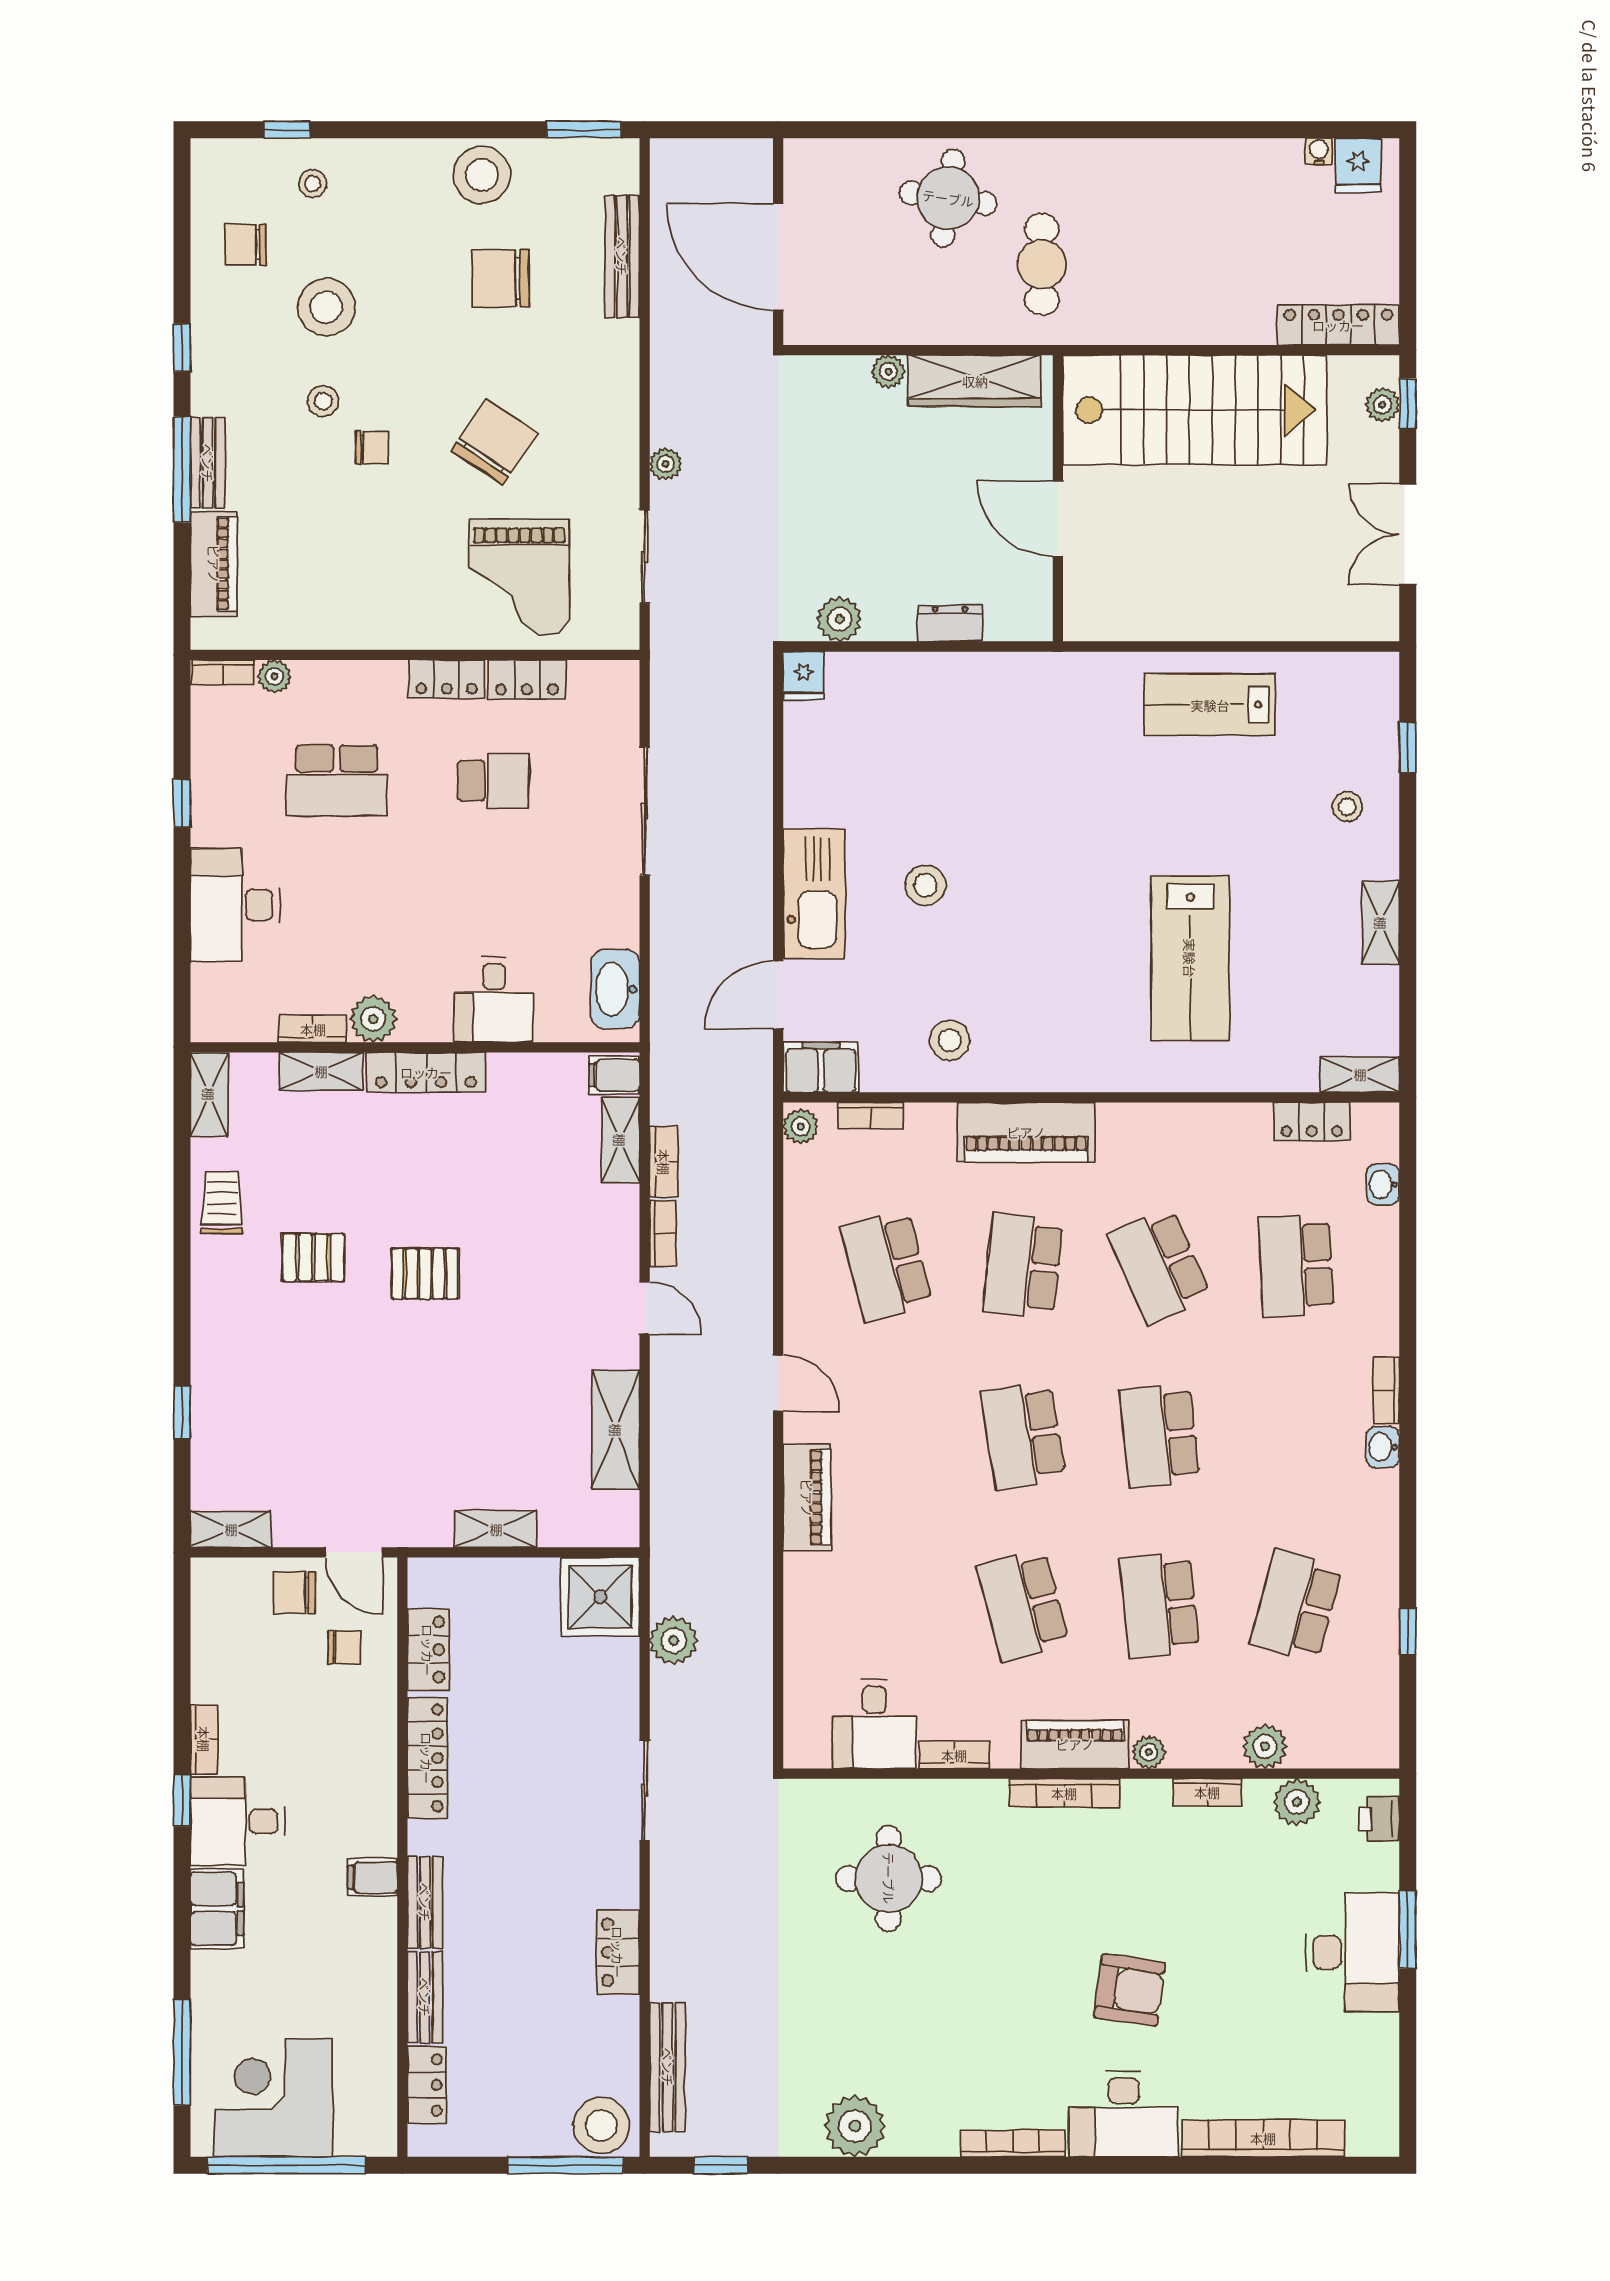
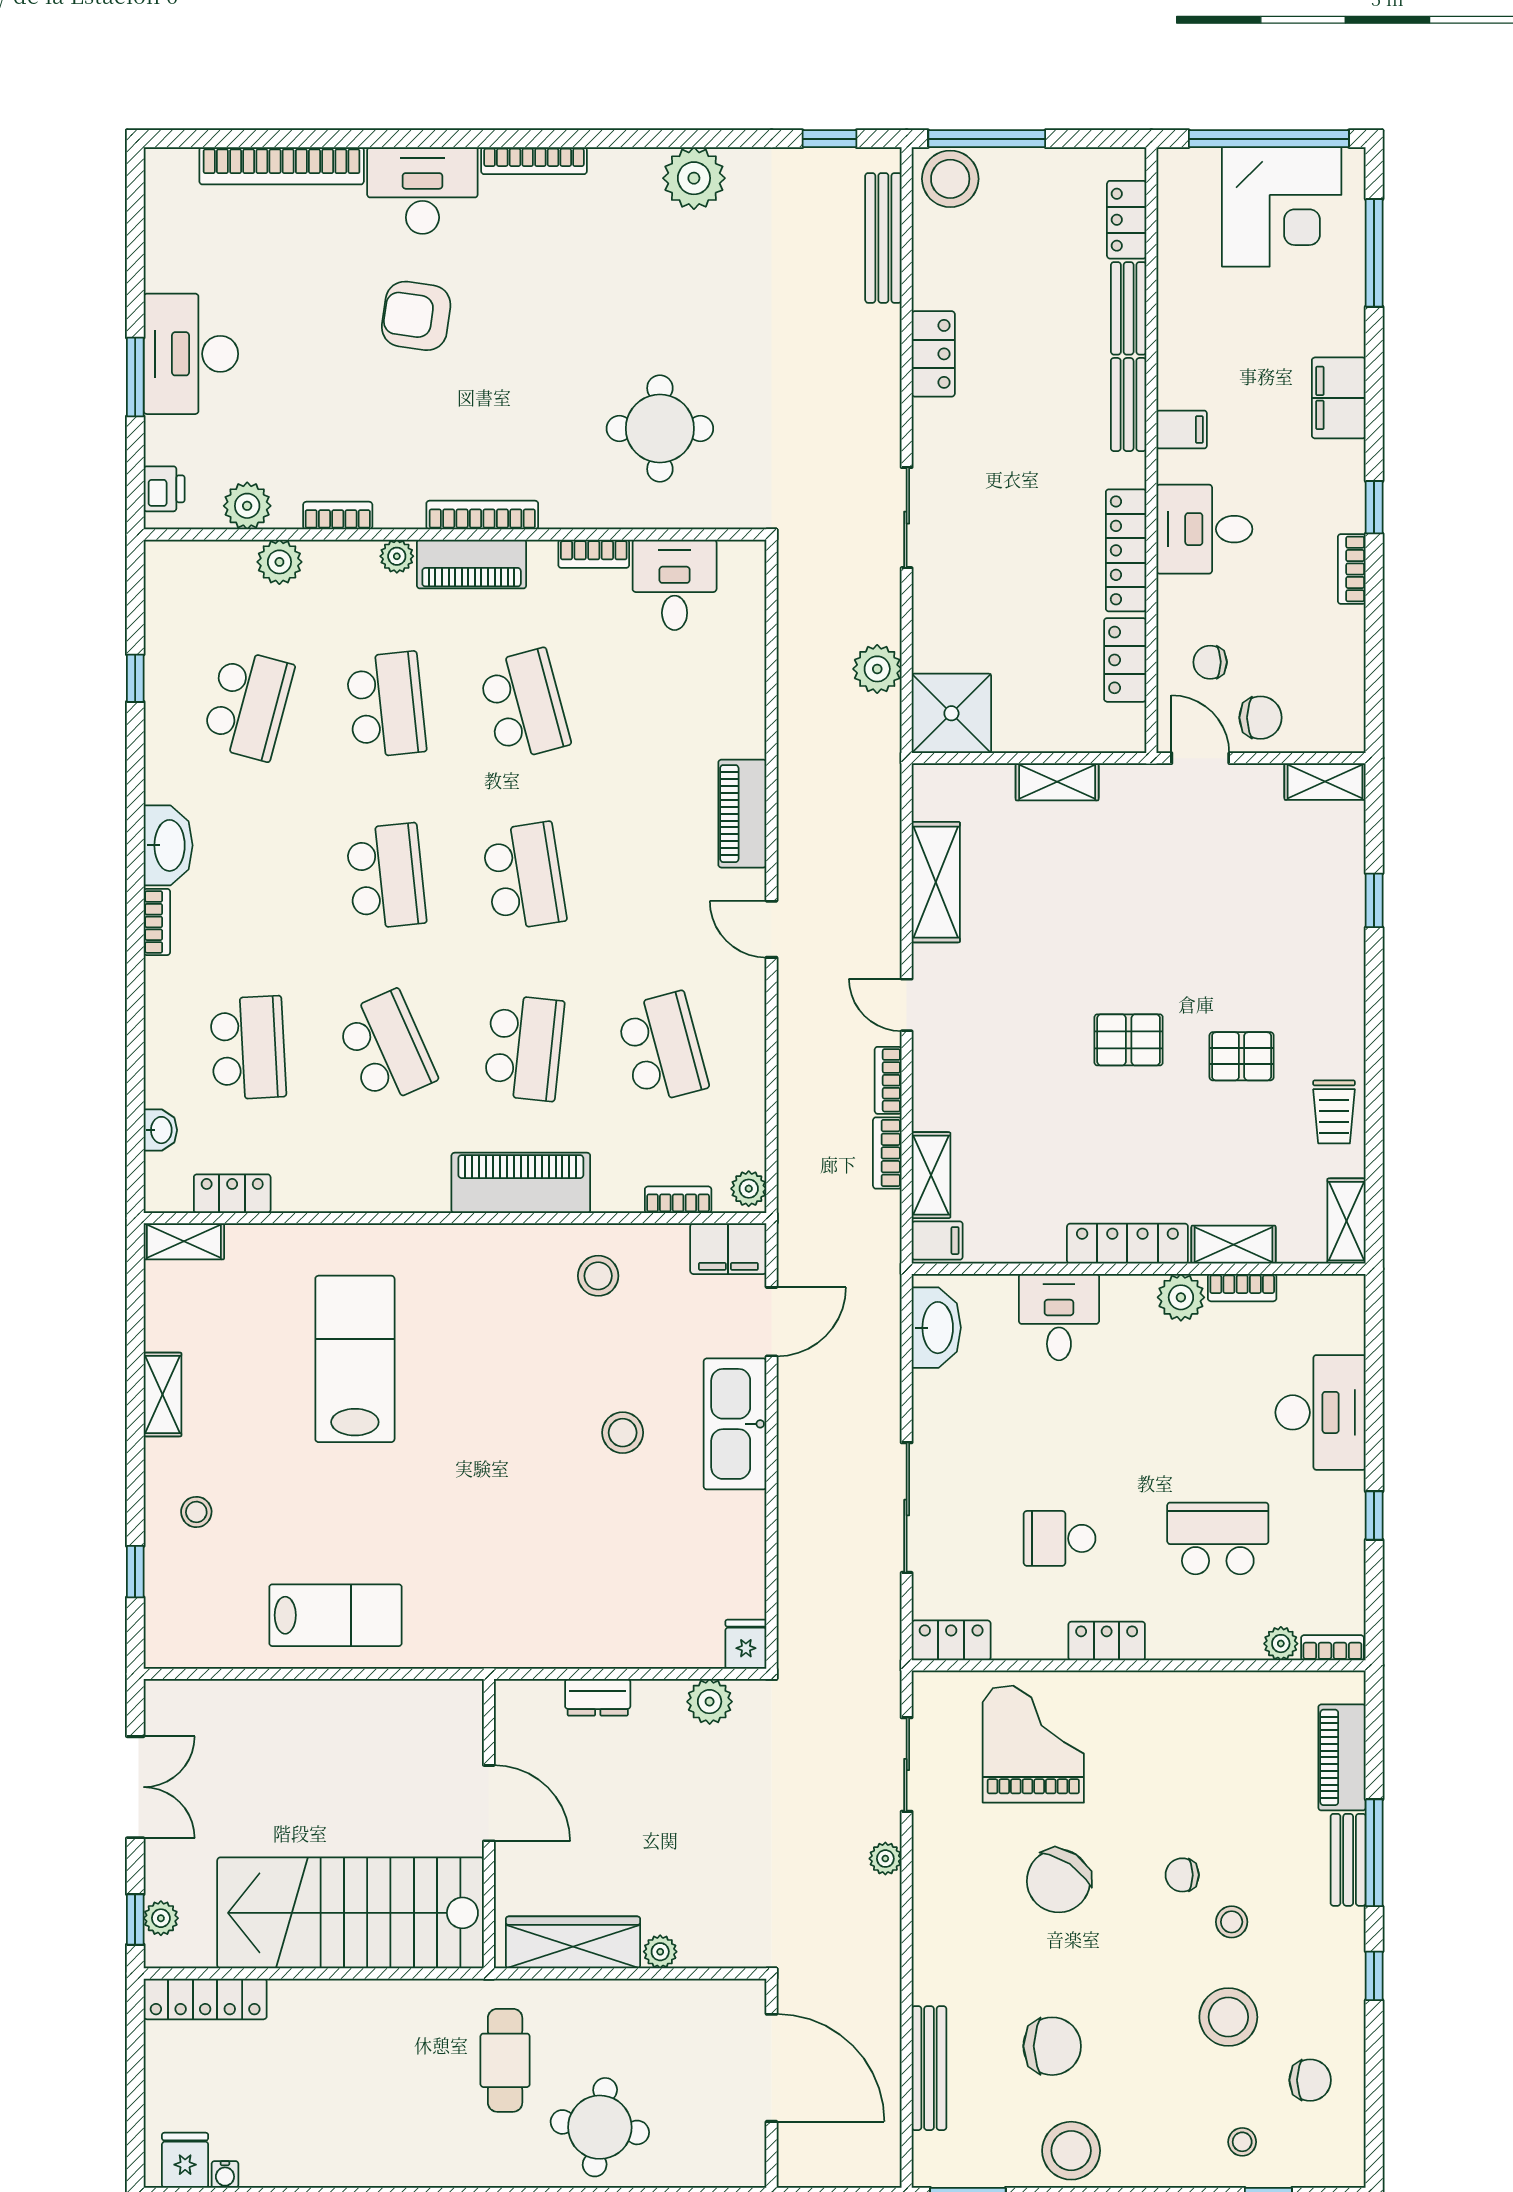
locker: (527, 680) -> (951, 1640), moved
washbasin: (1383, 1447) -> (168, 845), width x1.91, depth x1.45
desk: (238, 1821) -> (1204, 529), moved, turned 180

